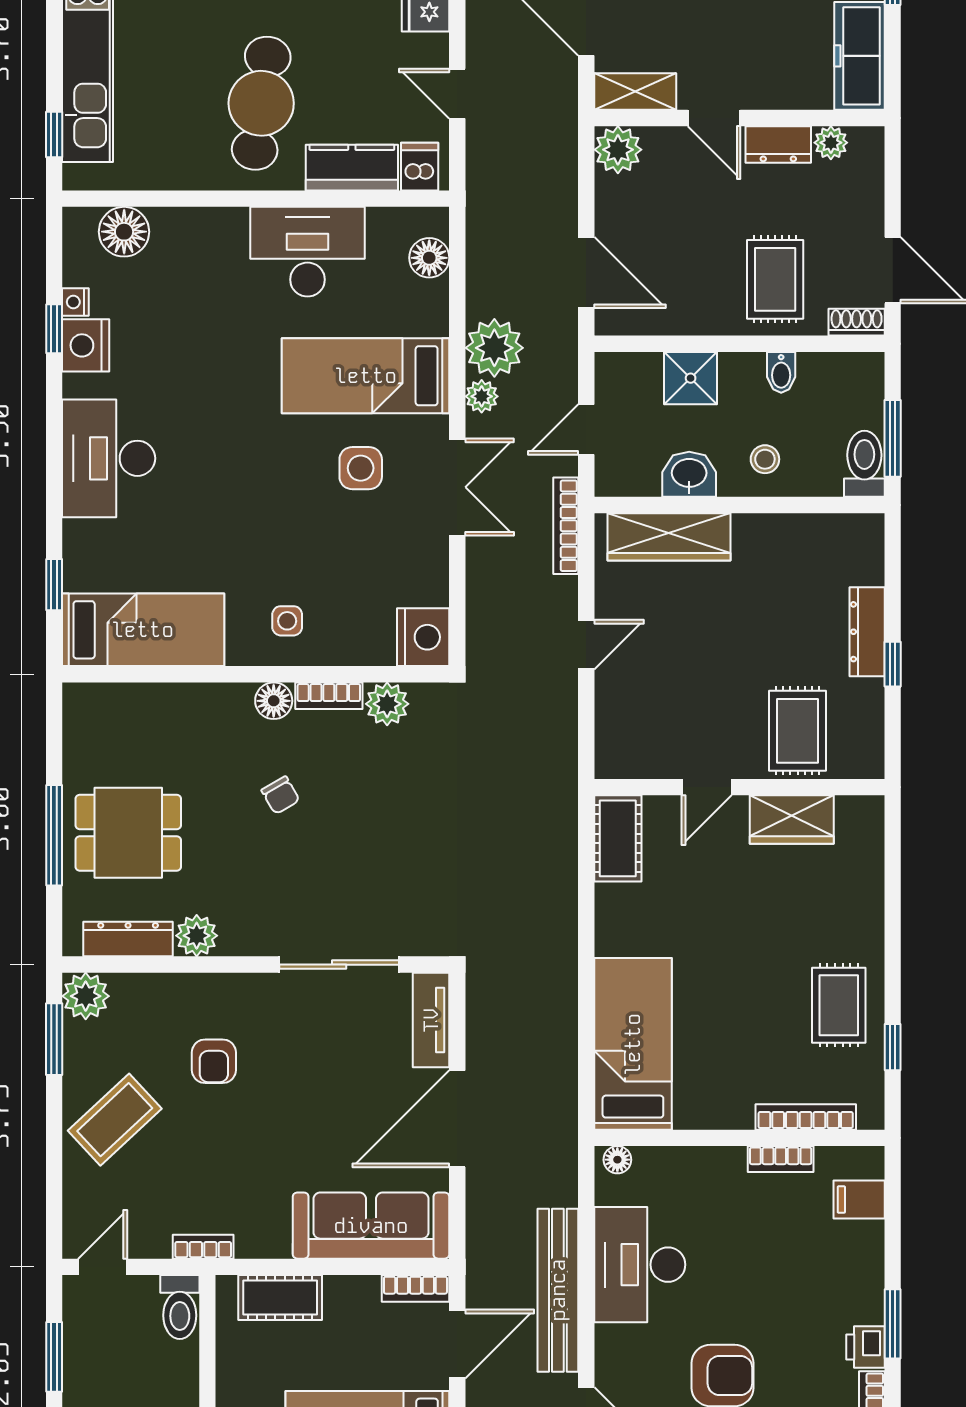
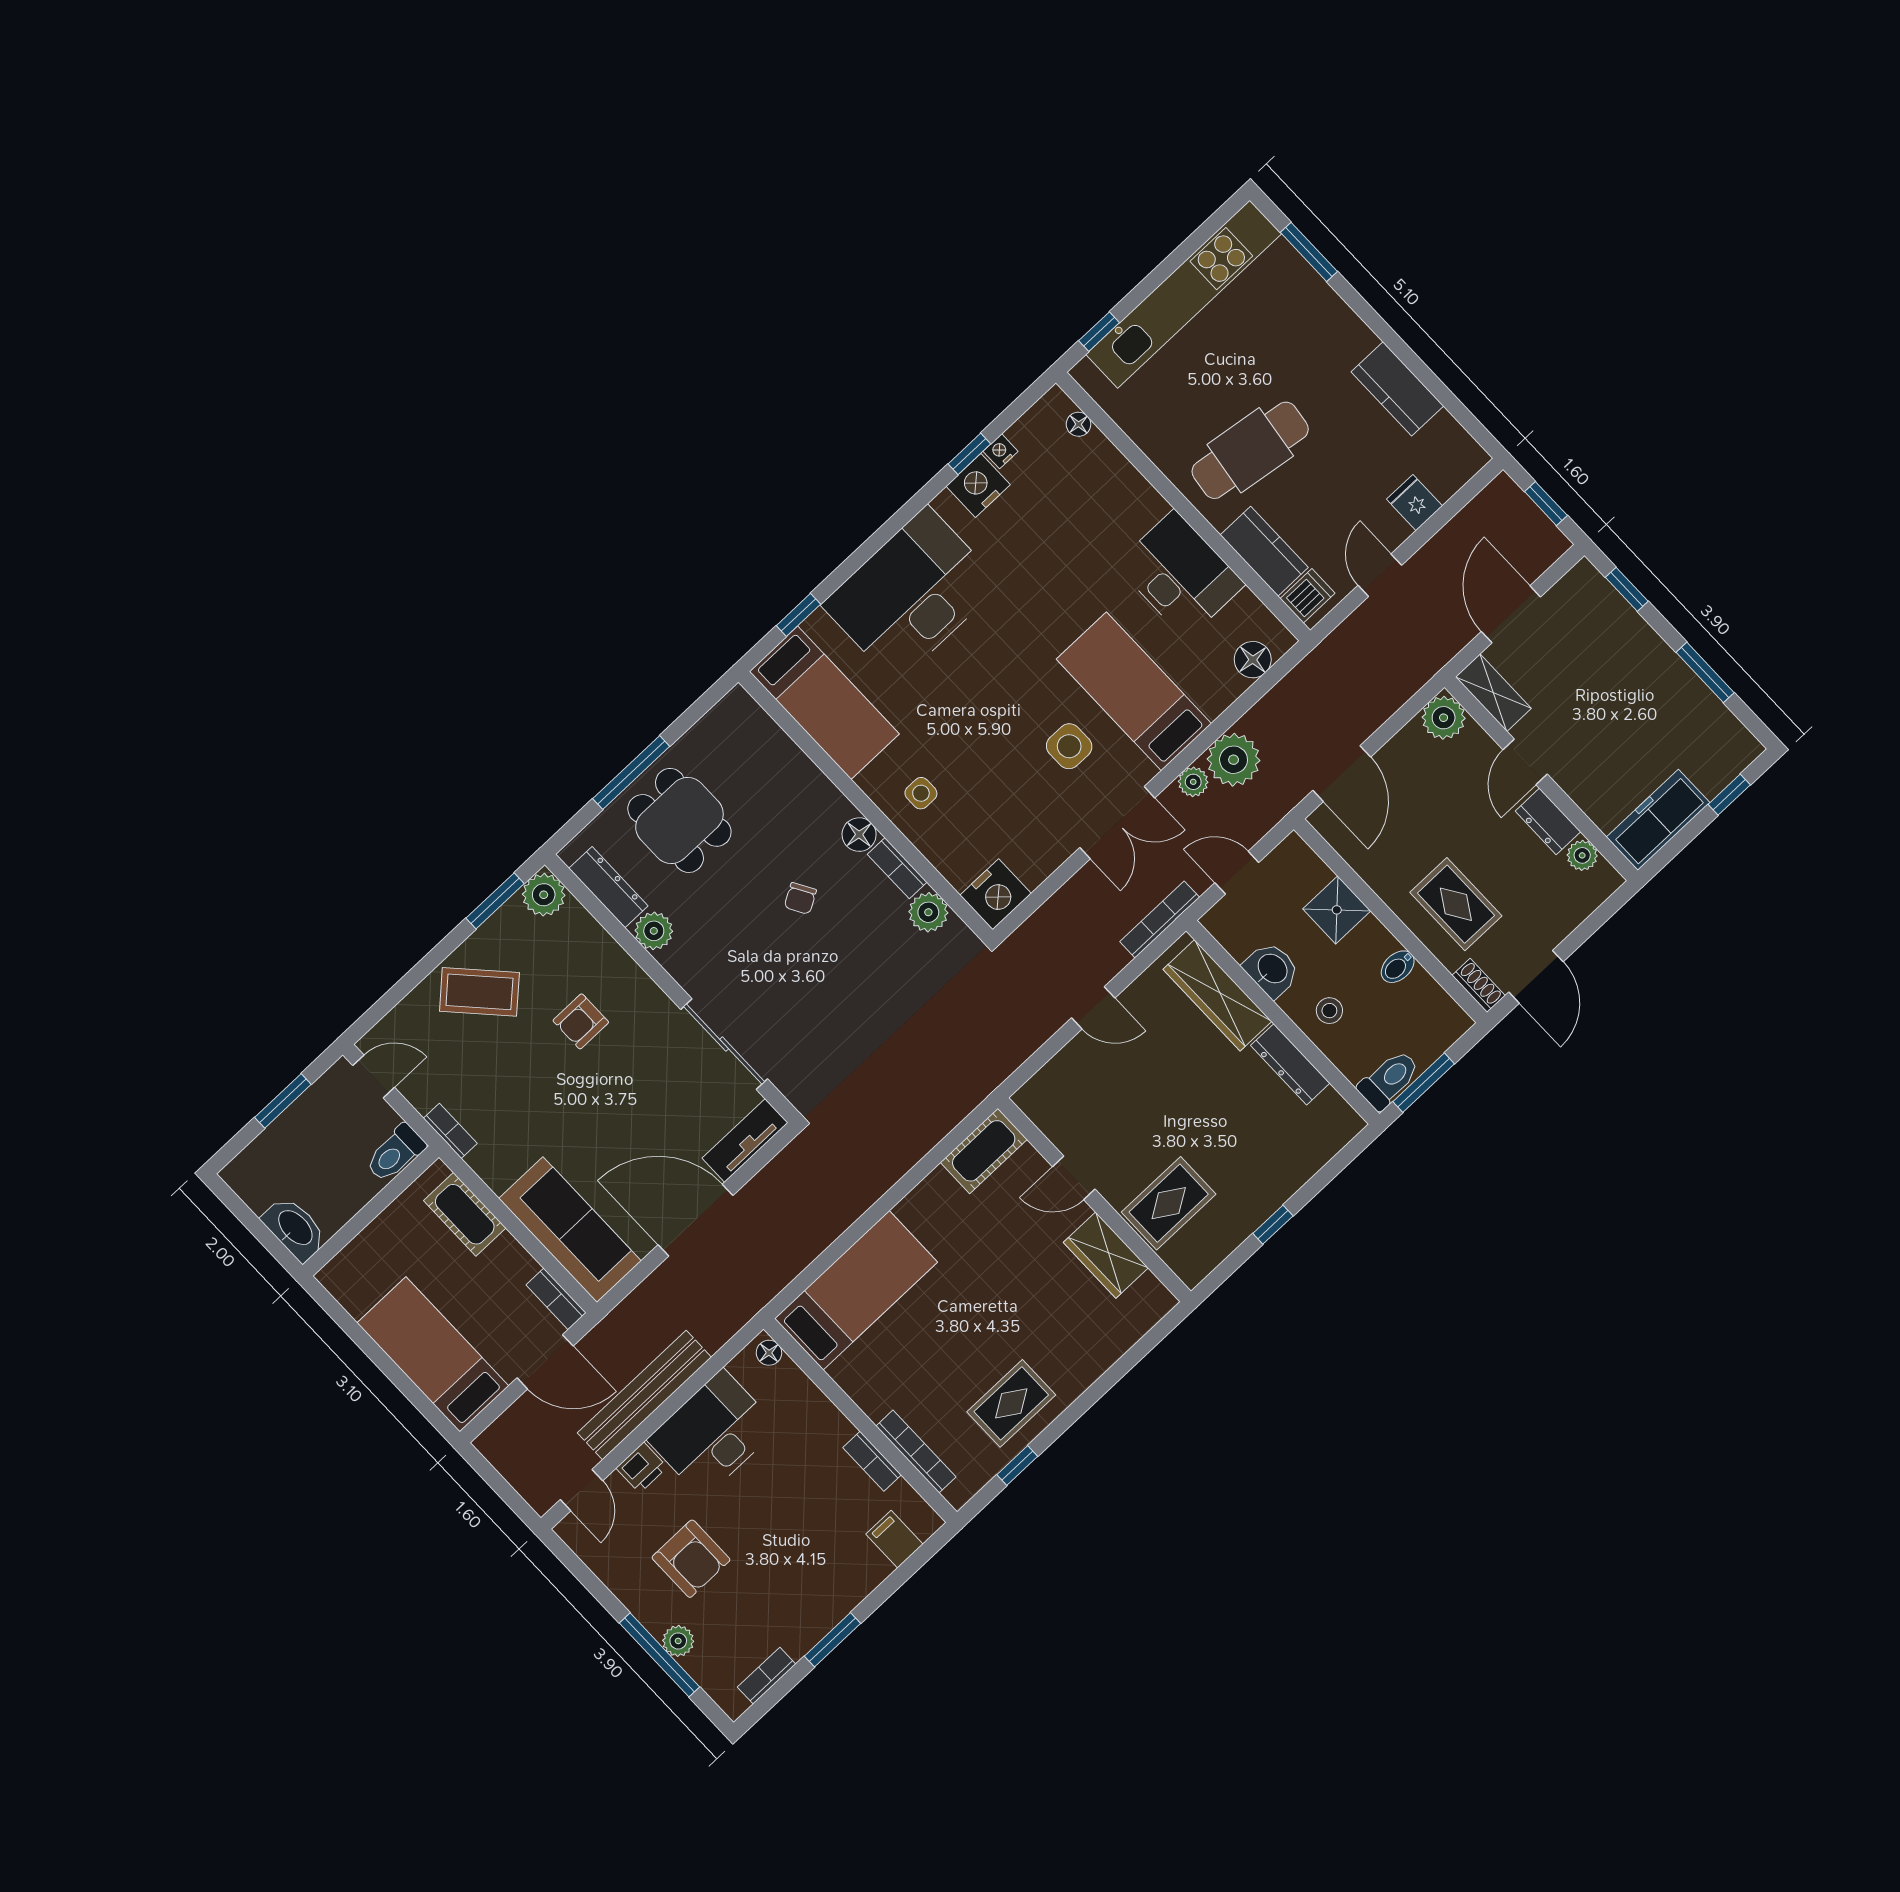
floor lamp: (124, 232) -> (1079, 424), width x0.53, depth x0.53
rug: (775, 279) -> (1456, 904), turned 90
desk: (109, 458) -> (911, 595), width x1.36, depth x1.30
dresser: (867, 632) -> (1290, 1064), moved, turned -90
printer: (865, 1347) -> (642, 1468), moved, turned 180

